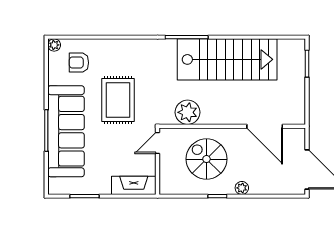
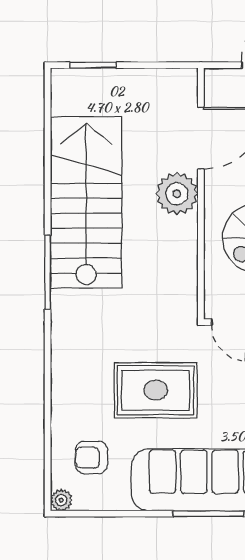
armchair: (79, 63) -> (91, 457), turned 90
plant: (188, 112) -> (177, 194), moved

